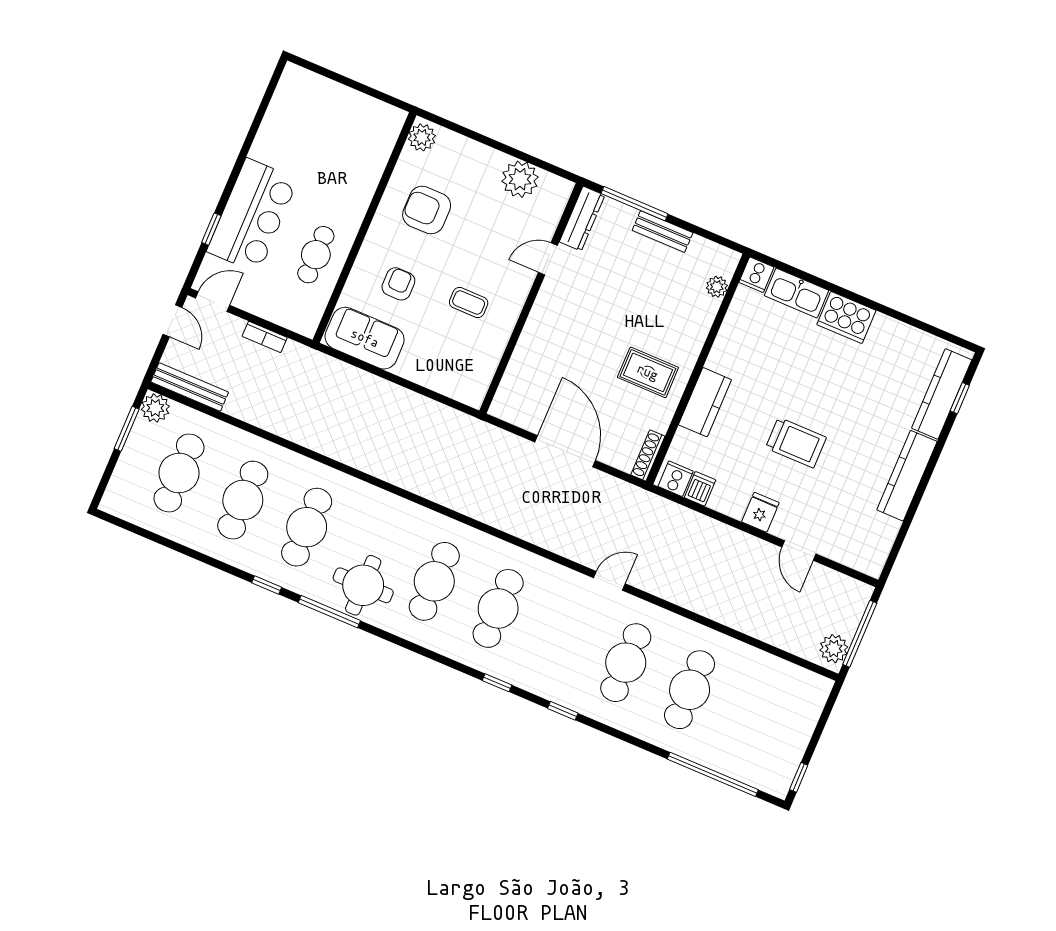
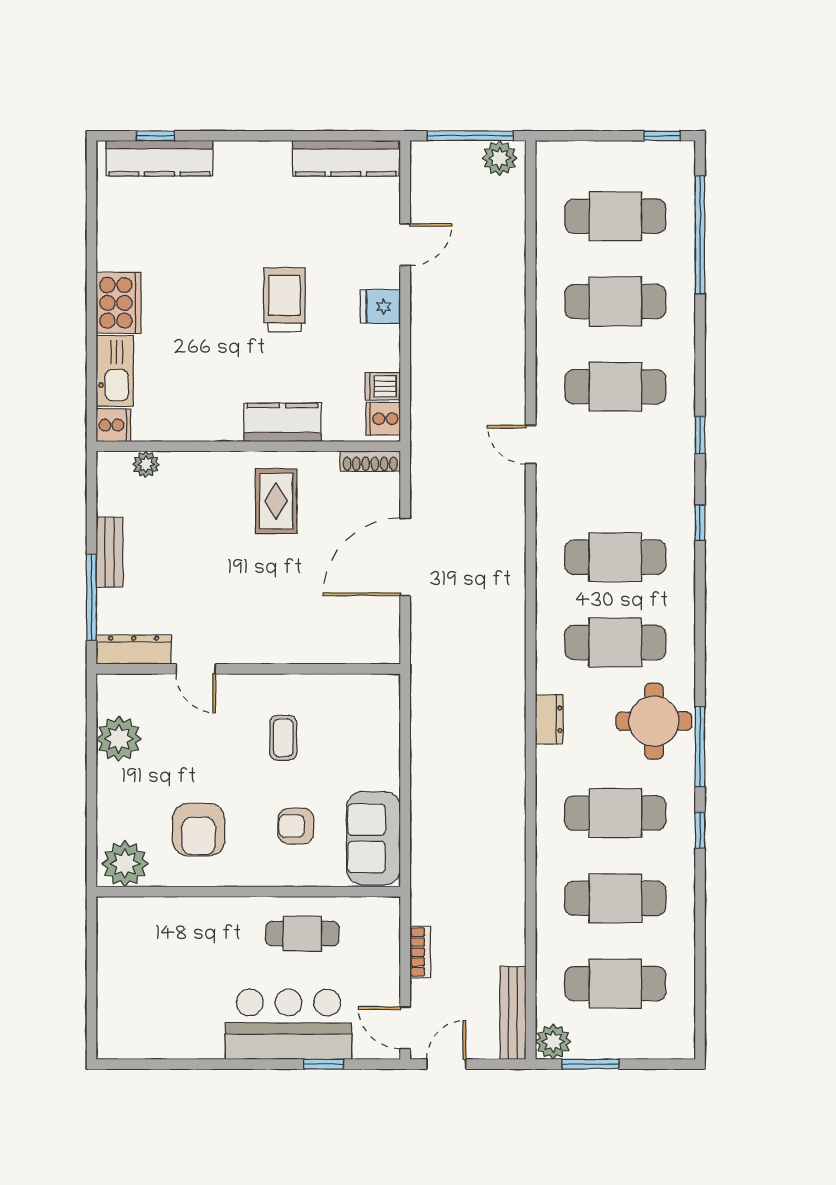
plant: (422, 137) -> (125, 864), width x1.36, depth x1.36
kitchen counter: (907, 476) -> (346, 158), moved
dresser: (398, 507) -> (549, 719), added
cafe table: (753, 717) -> (615, 216), added

